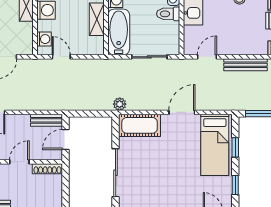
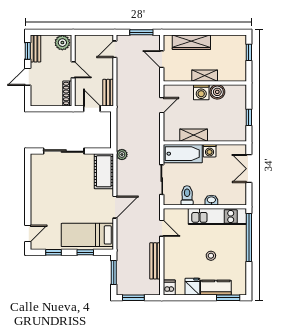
toilet: (168, 14) -> (187, 195), moved
washing machine: (44, 39) -> (177, 91), removed
door: (182, 112) -> (115, 207), hinge flipped

